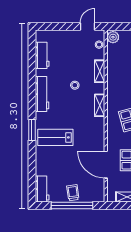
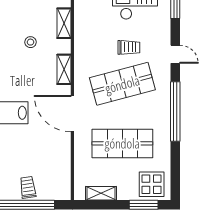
door: (106, 165) -> (72, 114), moved

